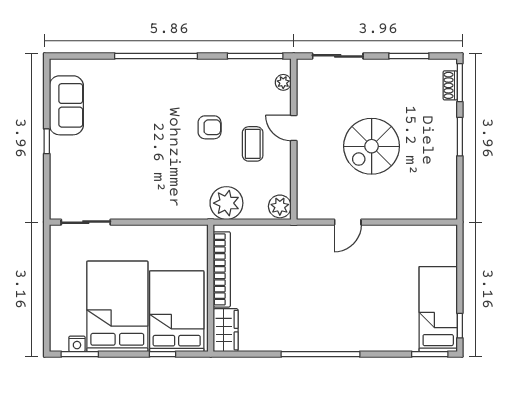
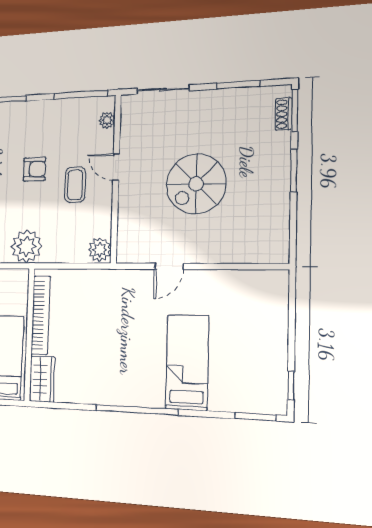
plant: (226, 203) -> (27, 246), moved
bed: (438, 309) -> (187, 362), moved

